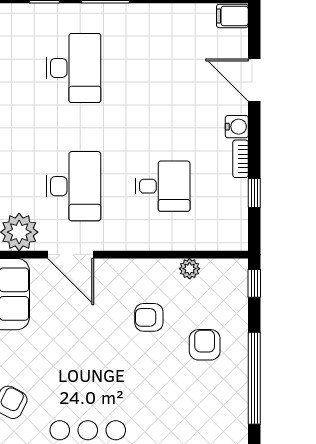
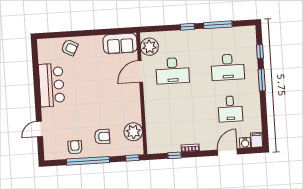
water cooler: (237, 127) -> (245, 143), moved
desk: (163, 186) -> (230, 109), moved
plant: (190, 269) -> (133, 132), width x1.88, depth x1.88
armchair: (149, 317) -> (75, 147), moved

